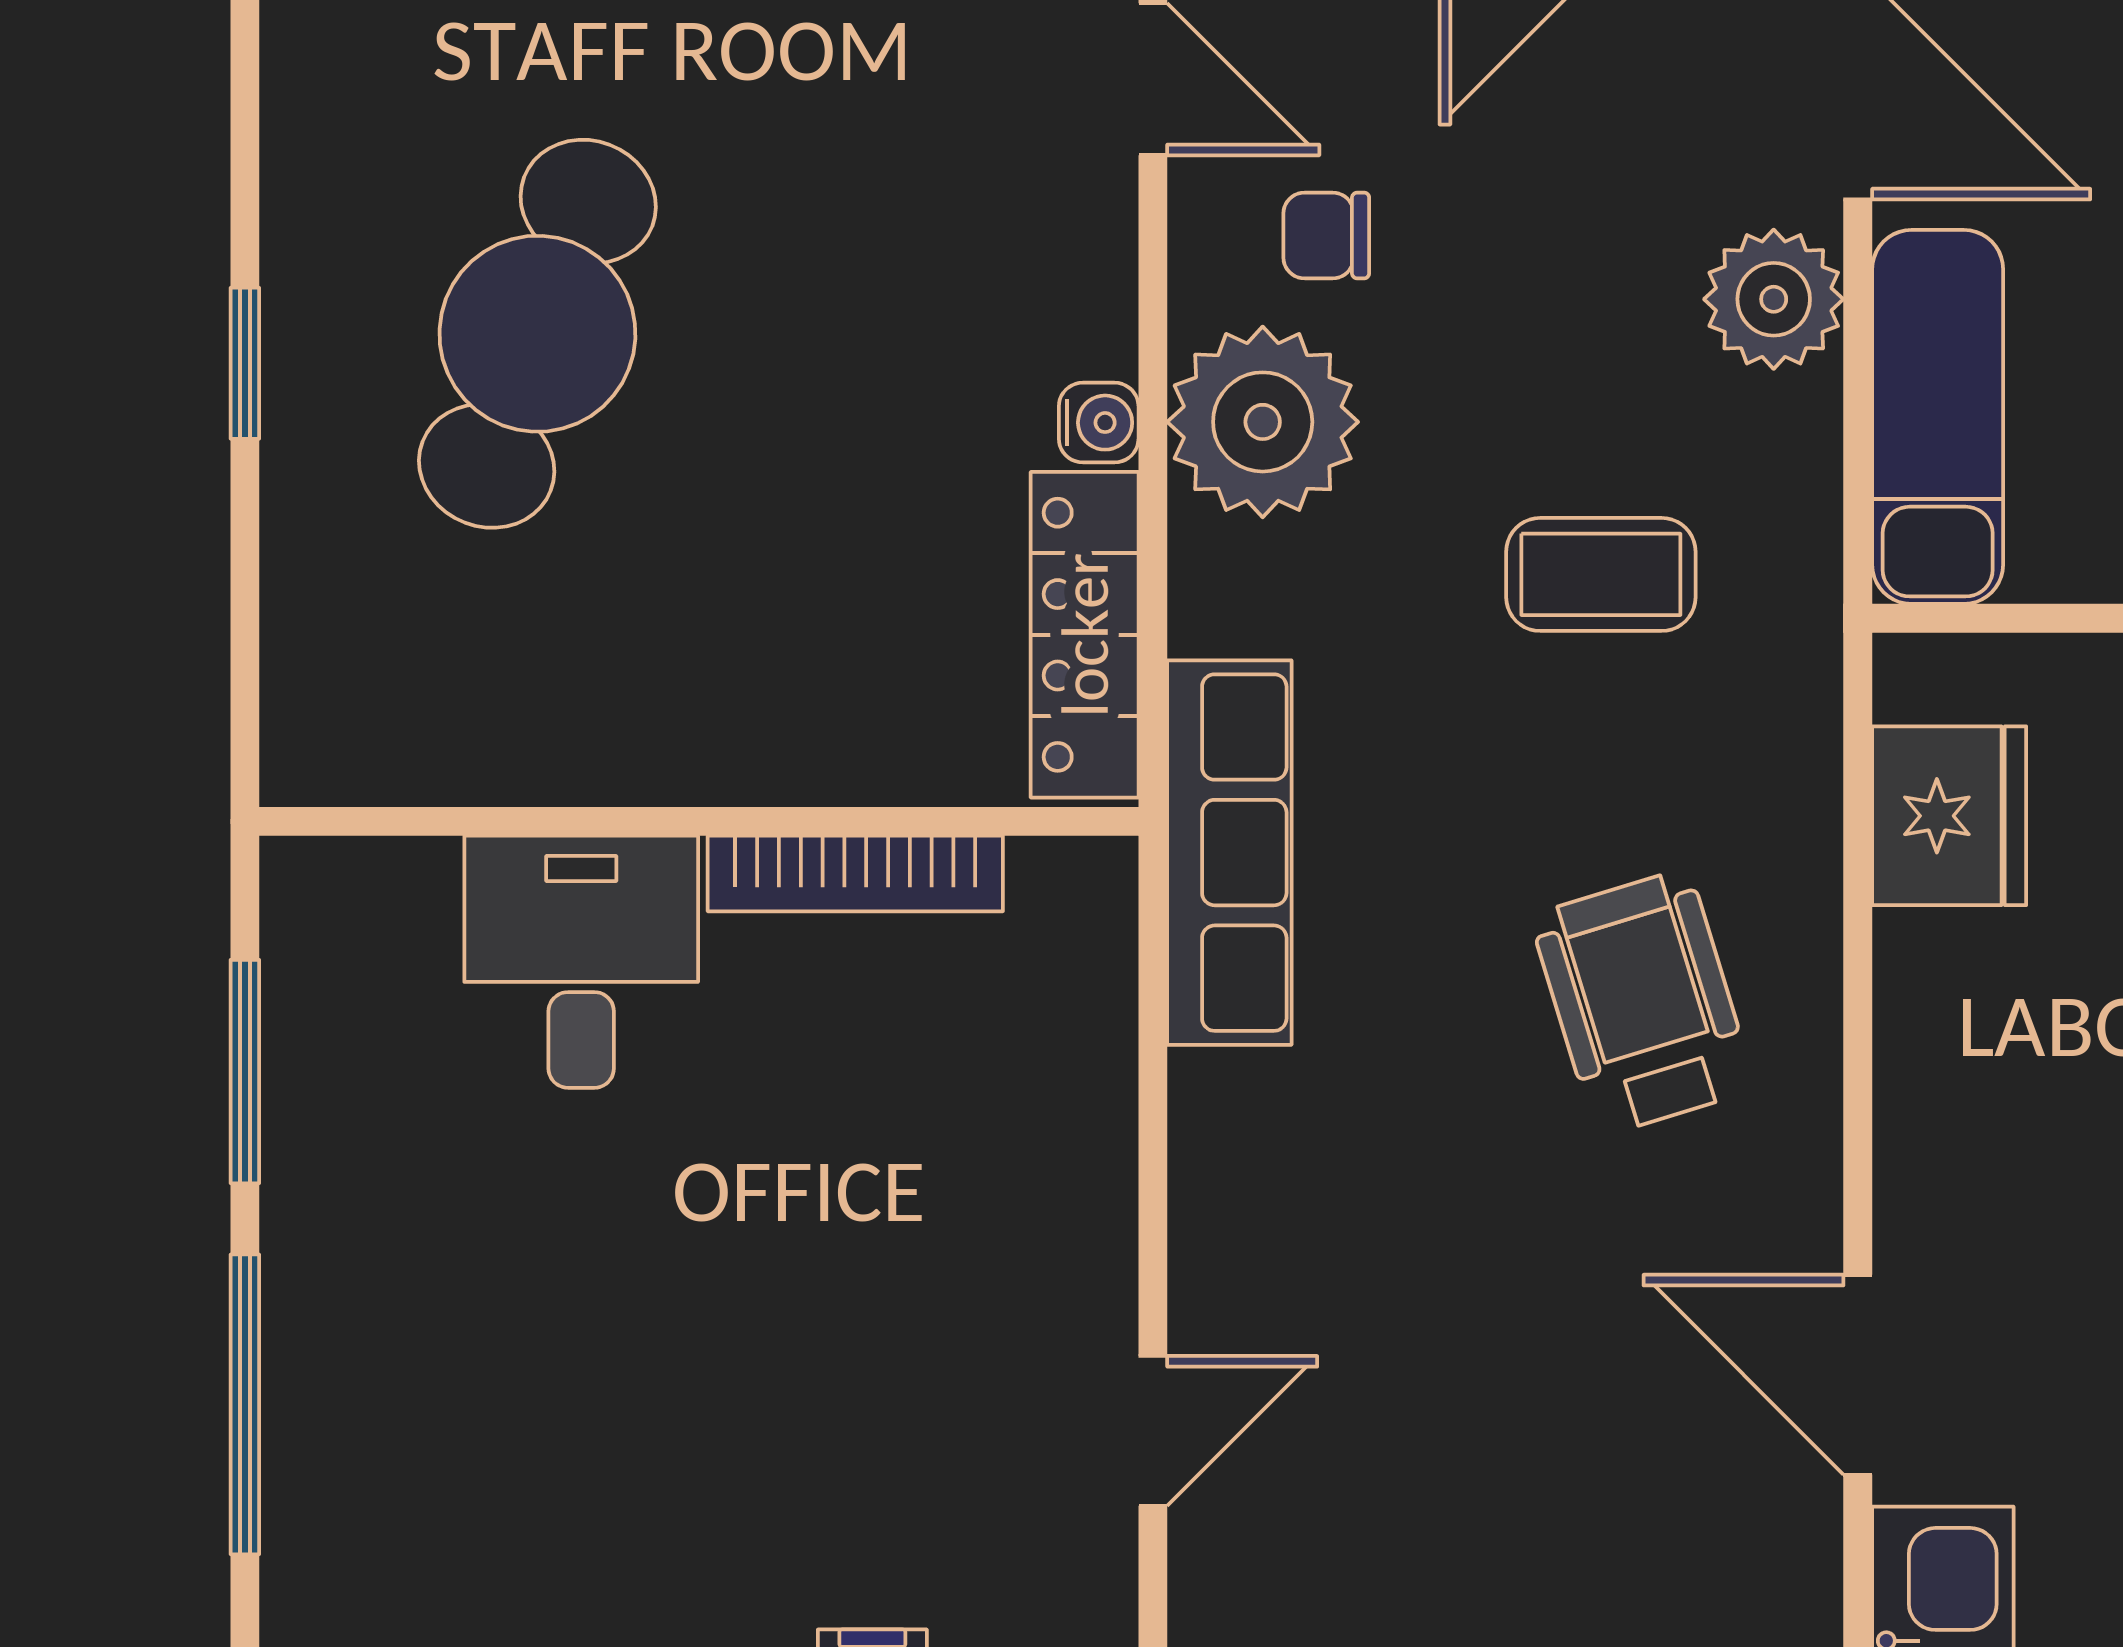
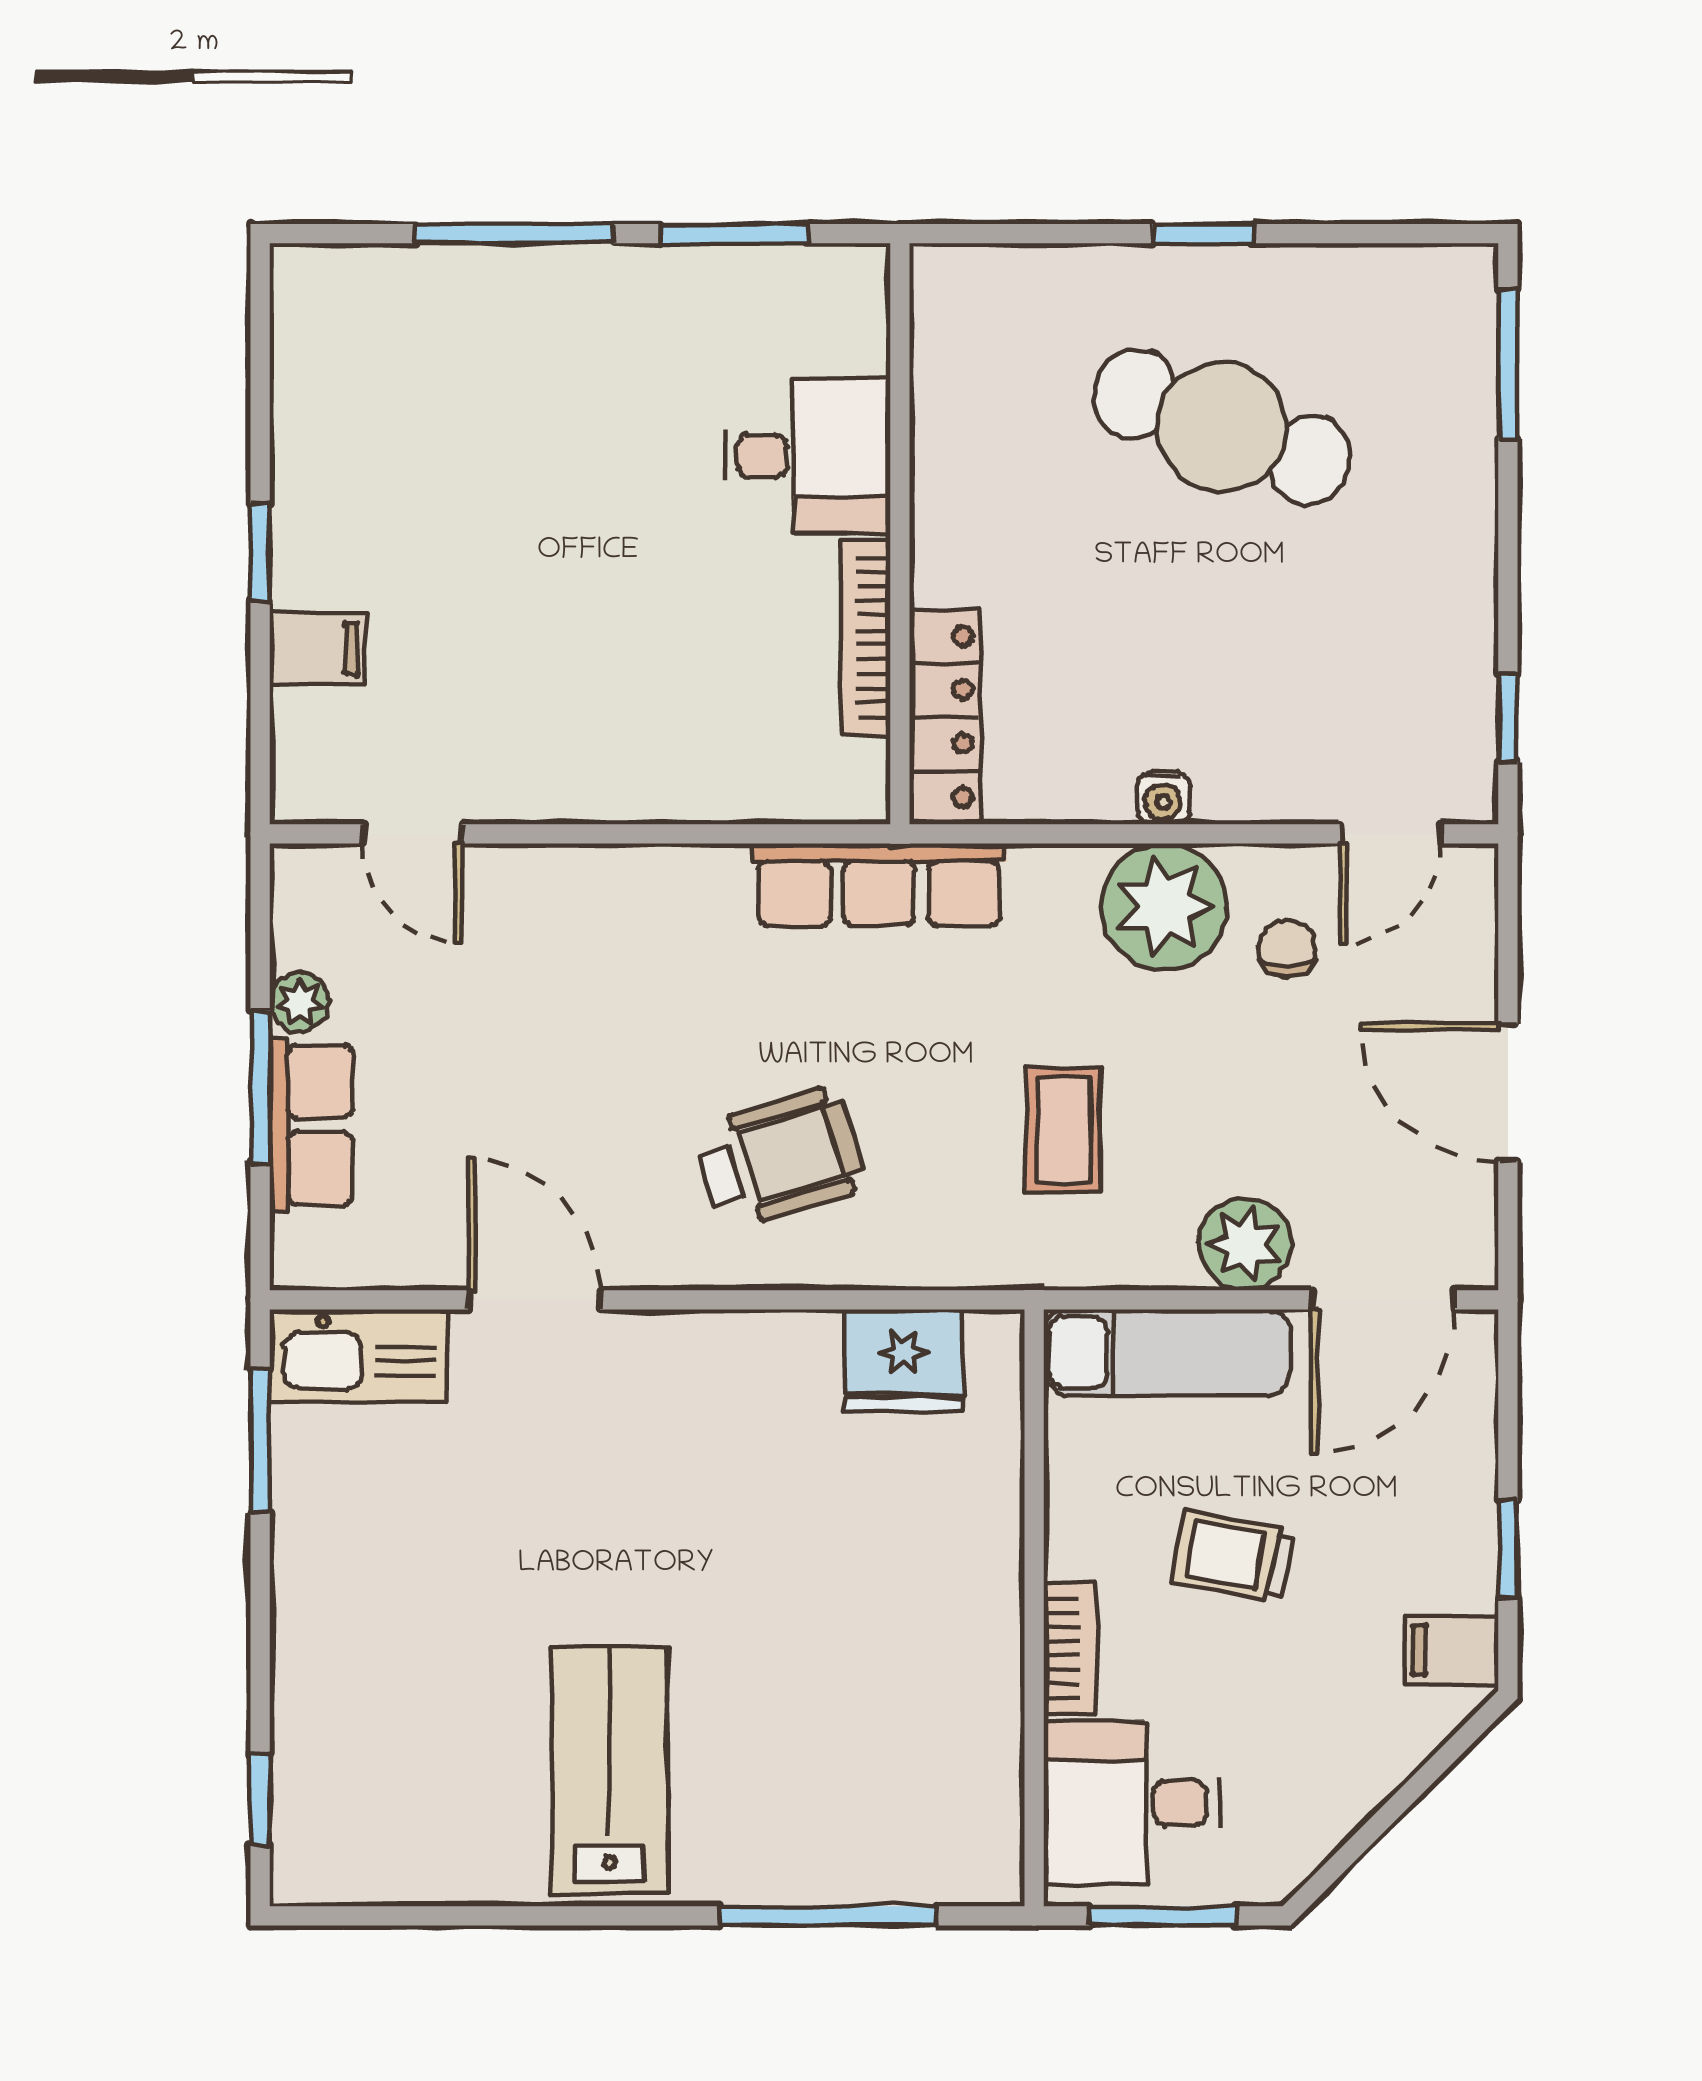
locker: (1085, 635) -> (945, 717), moved, turned 90
door: (1858, 1375) -> (534, 1300), hinge flipped
door: (1153, 1431) -> (412, 834), moved

